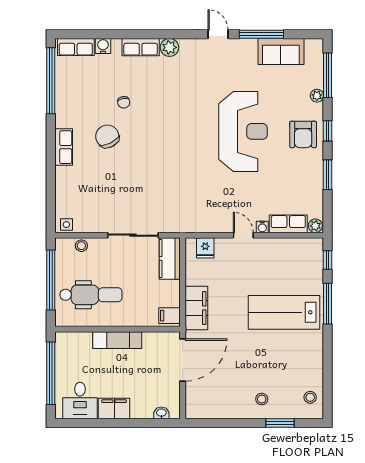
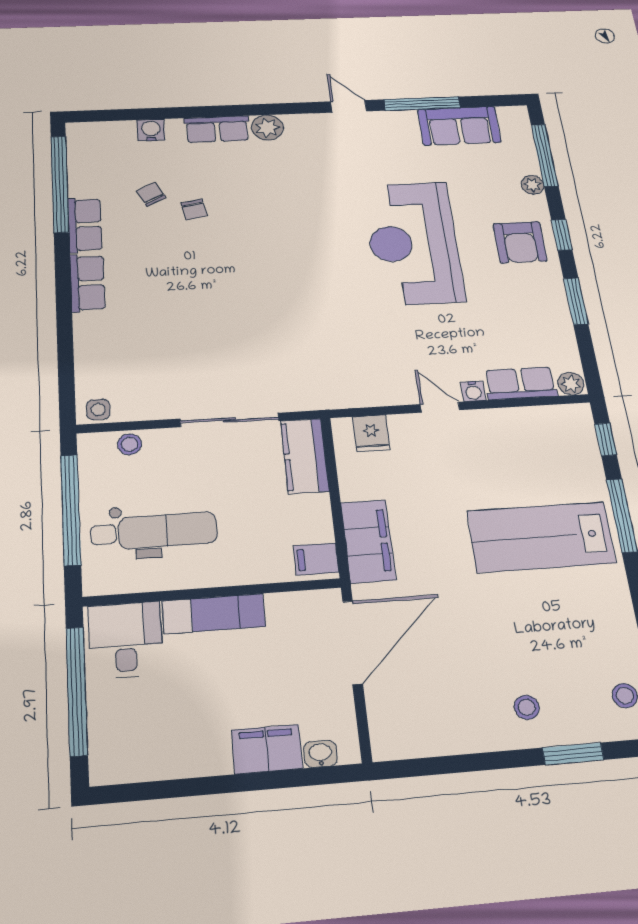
row of seats: (76, 47) -> (85, 225), moved, turned -90
reception desk: (243, 131) -> (413, 243), turned 180
chair: (107, 136) -> (151, 194), moved, width x0.54, depth x0.54
desk: (80, 401) -> (125, 640), moved, turned 180
filing cabinet: (114, 409) -> (267, 749), moved

